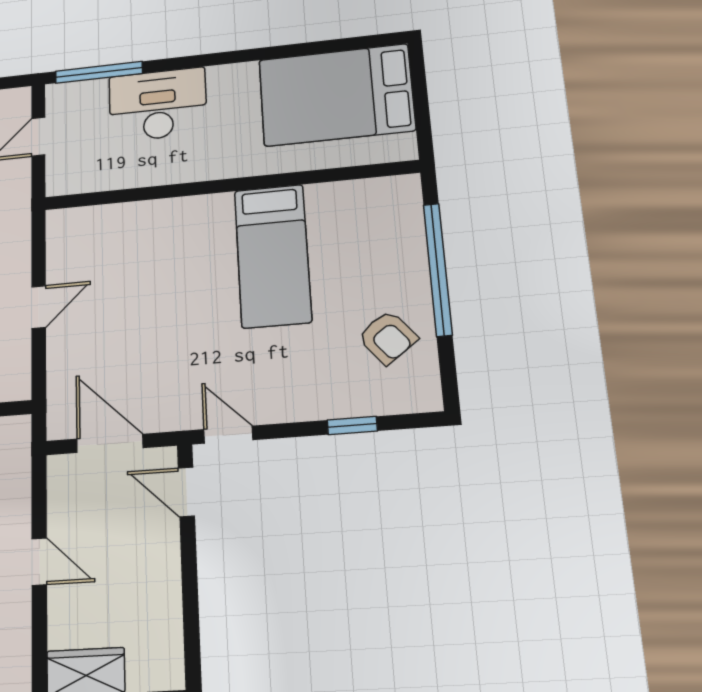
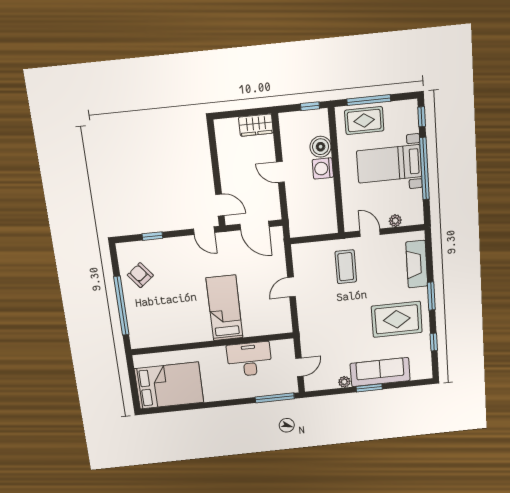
desk: (158, 105) -> (249, 359), moved, turned 180
bed: (273, 256) -> (225, 308), moved

